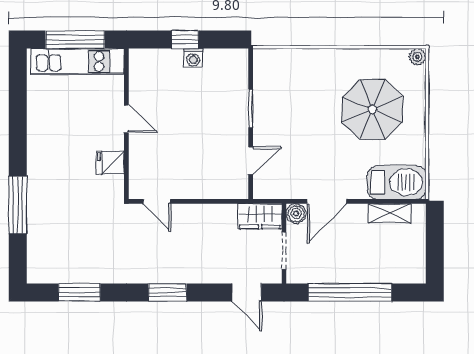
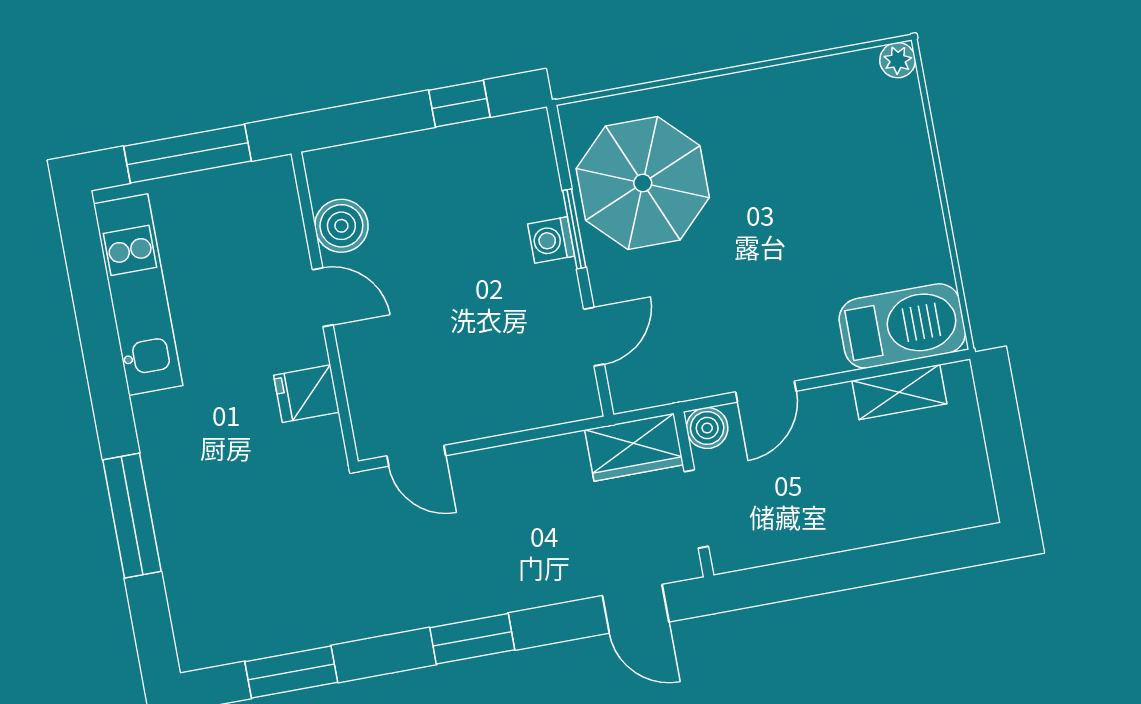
window: (185, 39) -> (459, 104), moved
washing machine: (193, 58) -> (551, 240), moved, turned 90
kitchen unit: (78, 62) -> (138, 295), moved, turned -90
boiler: (141, 87) -> (341, 226), added
parasol: (372, 109) -> (643, 183), moved
door: (327, 201) -> (766, 392), width x0.73
window: (350, 292) -> (847, 570), removed

